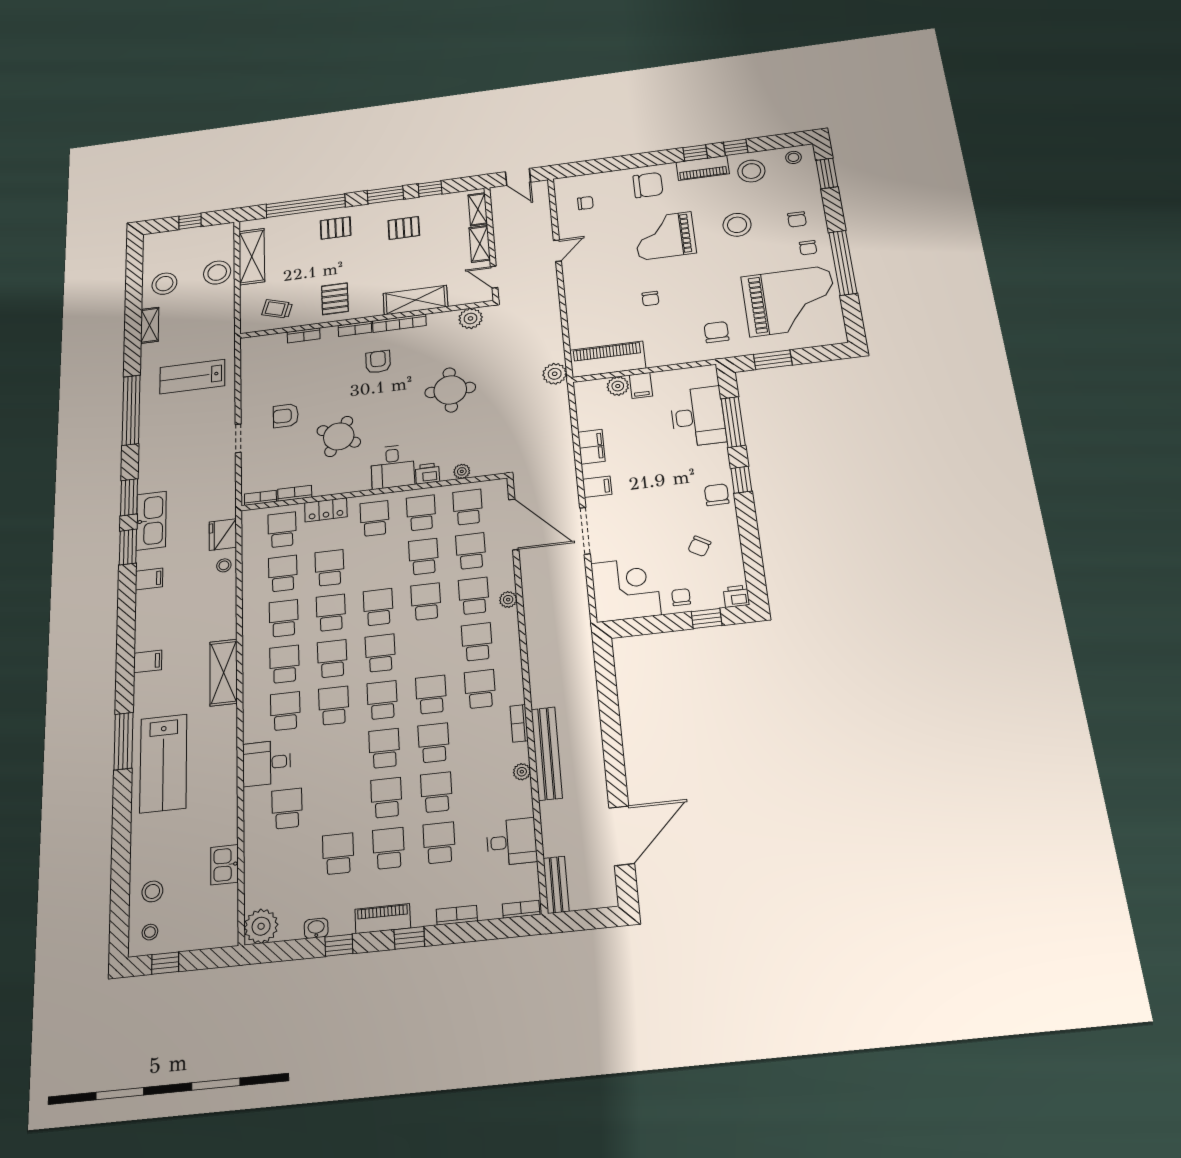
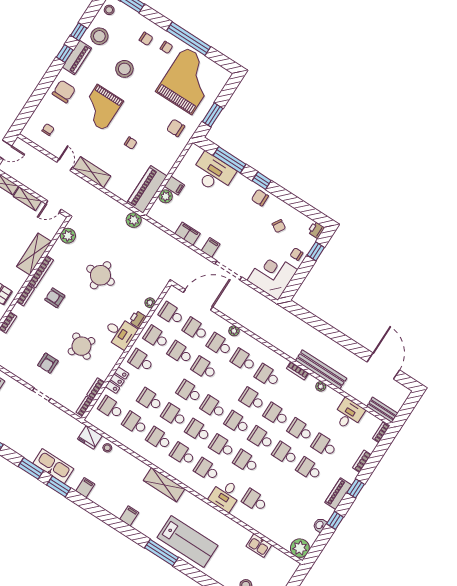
shelving: (575, 285) -> (92, 172), added
school desk: (338, 854) -> (246, 462), moved

